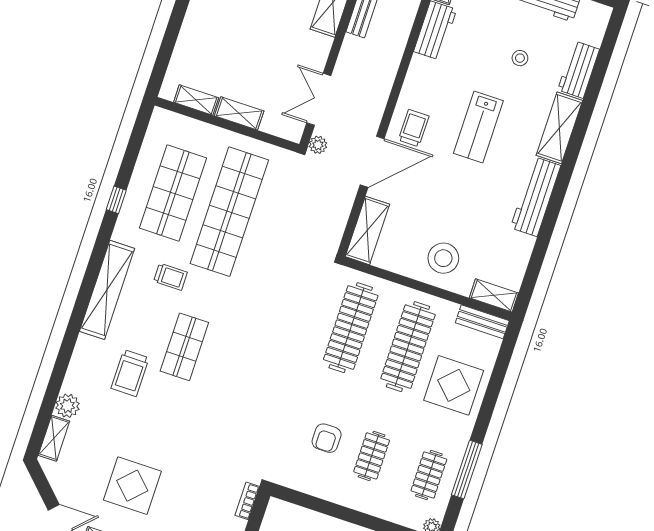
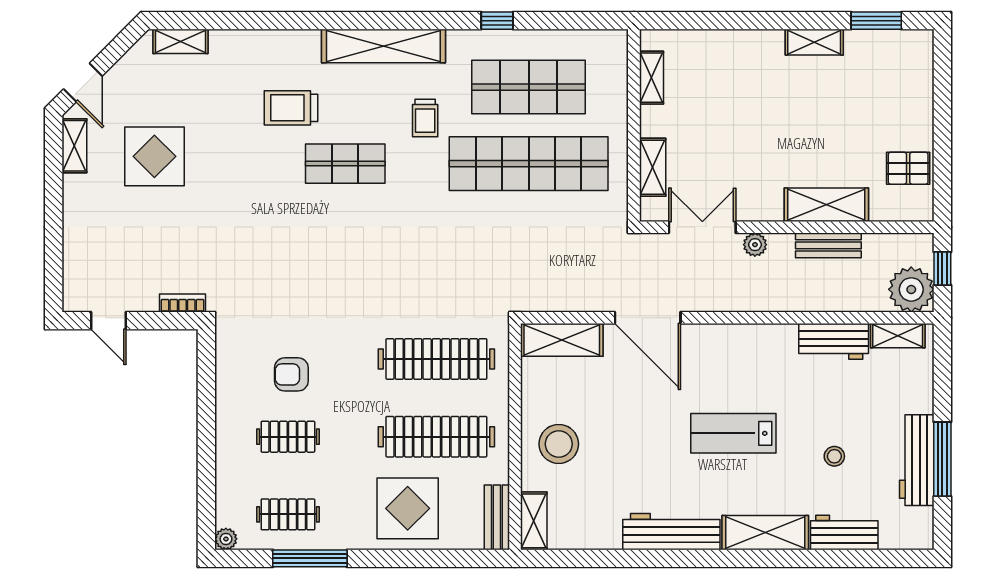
shelving: (239, 113) -> (653, 167), moved
trolley: (414, 128) -> (706, 355), removed
plant: (318, 145) -> (755, 245), moved
plant: (68, 406) -> (226, 45), removed

